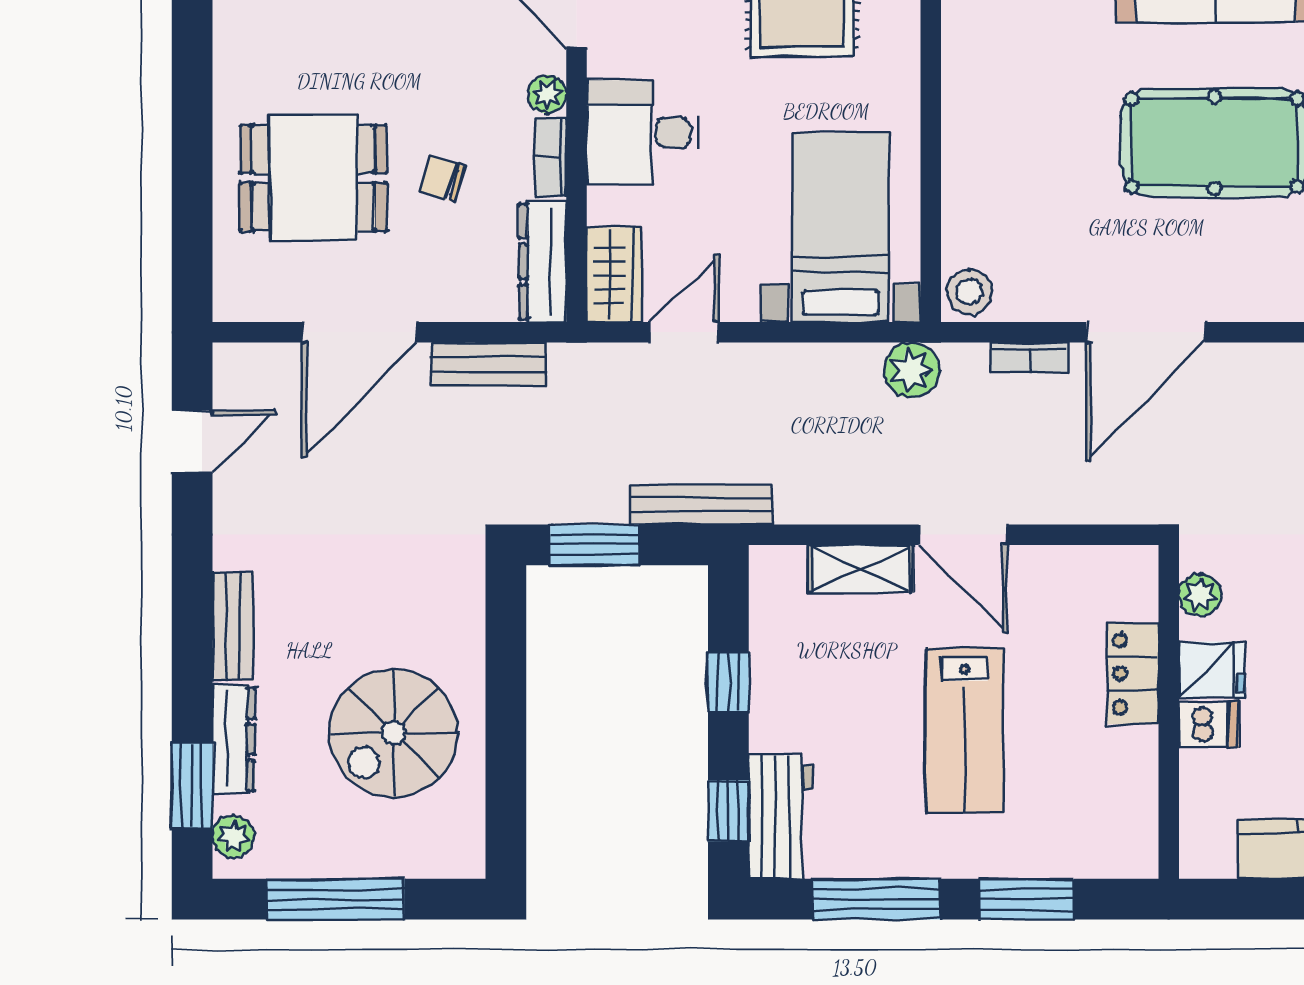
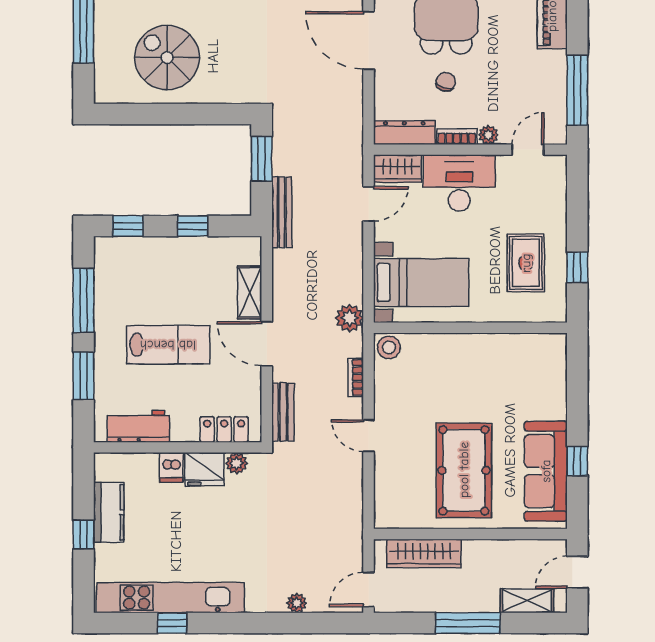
desk: (643, 133) -> (459, 183), width x1.37
door: (684, 332) -> (369, 204), hinge flipped
door: (1145, 332) -> (369, 436), width x0.53
bench: (489, 365) -> (283, 412), moved
door: (963, 535) -> (267, 344), hinge flipped
fridge: (1212, 670) -> (204, 469), width x1.38
locker: (1133, 674) -> (224, 429), moved
lab bench: (964, 731) -> (168, 345), turned 180
workbench: (781, 817) -> (138, 426), moved, turned 180

